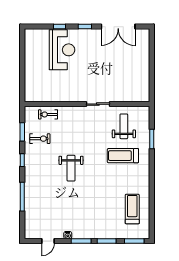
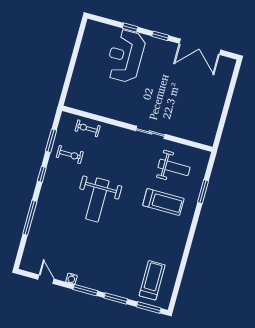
reception desk: (62, 50) -> (125, 56), turned 180
weight bench: (124, 126) -> (174, 167), turned 90
treadmill: (123, 156) -> (163, 202), turned 180
weight bench: (71, 168) -> (97, 200), width x1.36, depth x1.33
treadmill: (132, 209) -> (152, 280), moved
door: (48, 241) -> (46, 279), swing flipped

